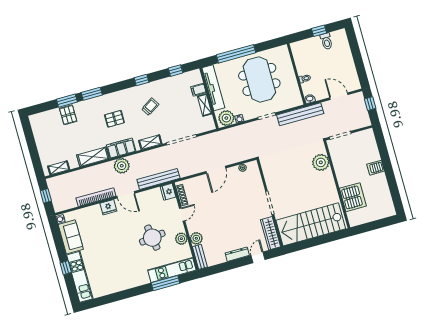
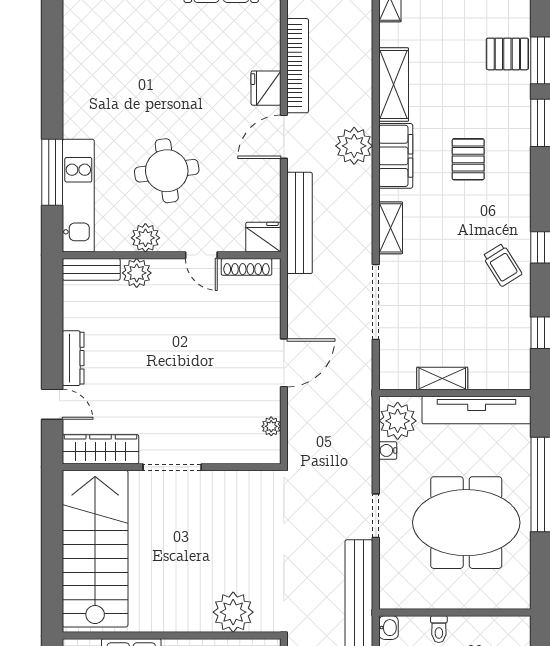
filing cabinet: (198, 90) -> (482, 374), removed
trolley: (150, 107) -> (502, 265), moved
door: (216, 170) -> (284, 363), swing flipped

